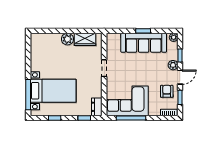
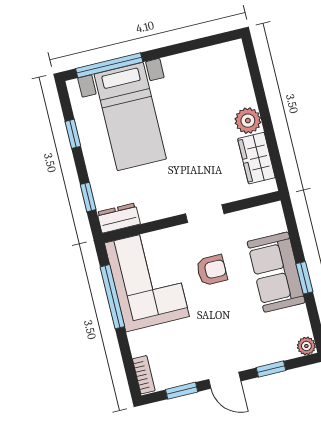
sofa: (144, 43) -> (276, 272), width x0.73
plant: (173, 65) -> (247, 359), removed
armchair: (167, 91) -> (212, 270), moved

